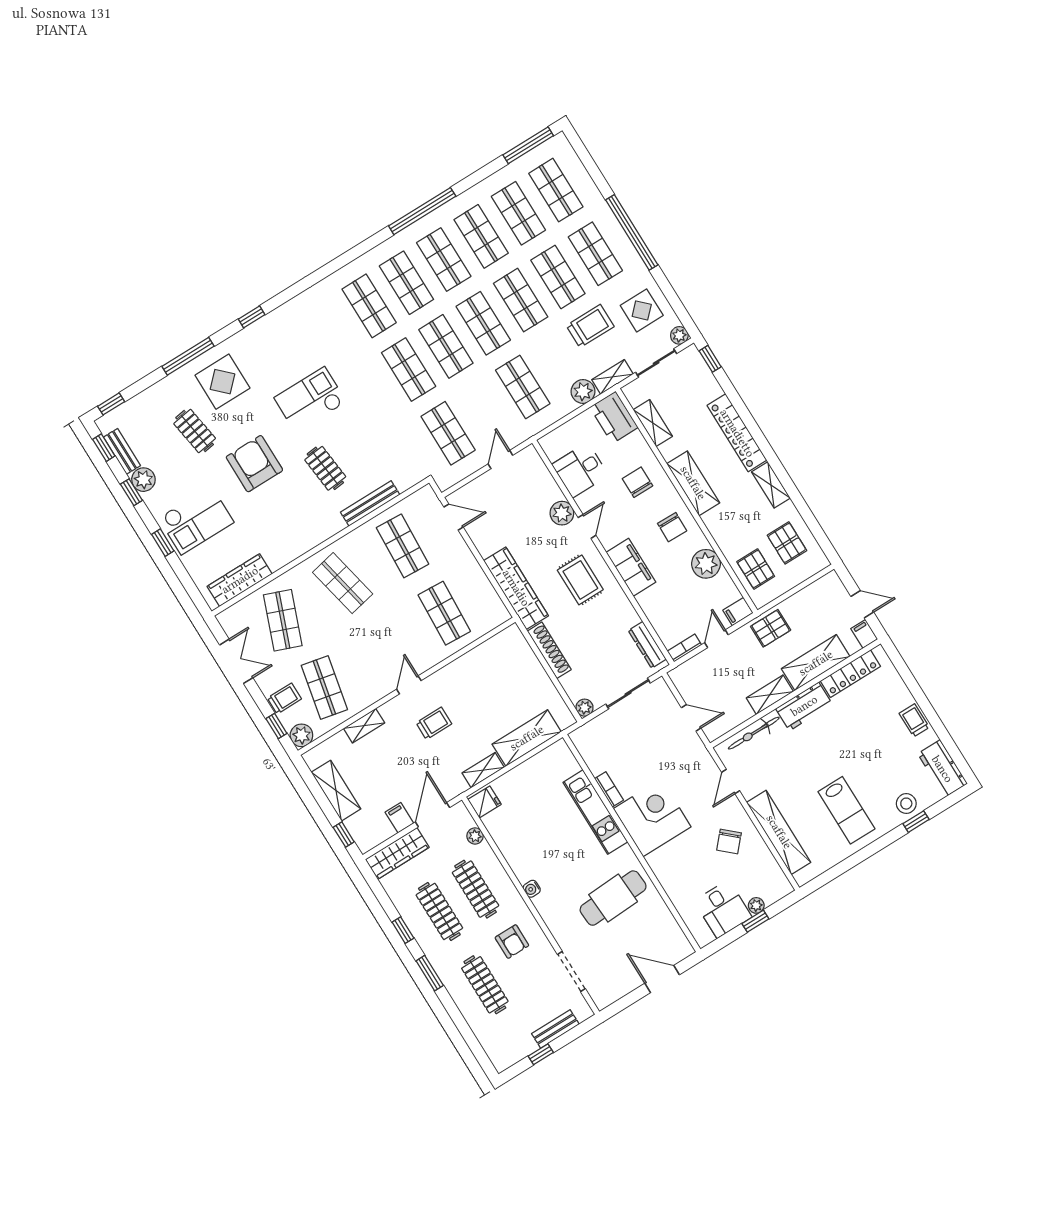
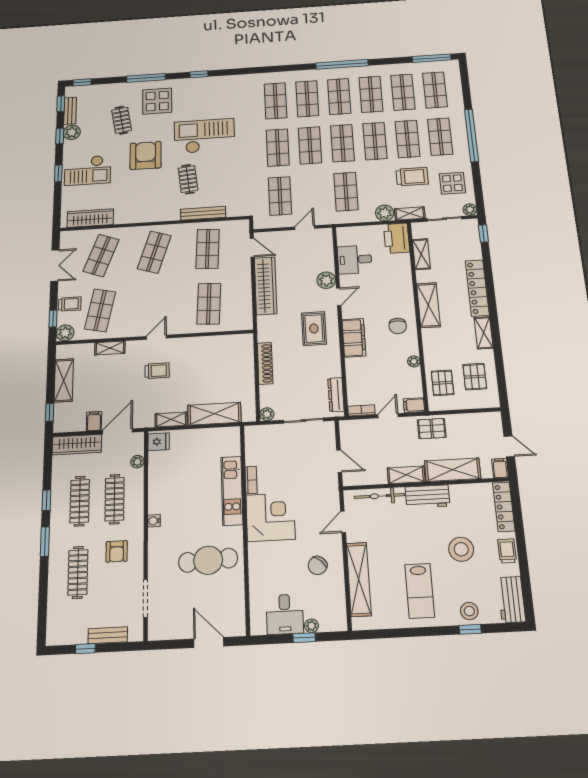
checkout: (310, 400) -> (204, 136), width x1.36, depth x1.21
chair: (638, 482) -> (390, 286), removed
plant: (706, 564) -> (414, 361), width x0.53, depth x0.53
shop shelf: (343, 583) -> (154, 252), turned 30
wardrobe: (516, 588) -> (266, 286), moved
locker: (850, 674) -> (504, 507), moved, turned 90
stool: (867, 744) -> (461, 549), added

